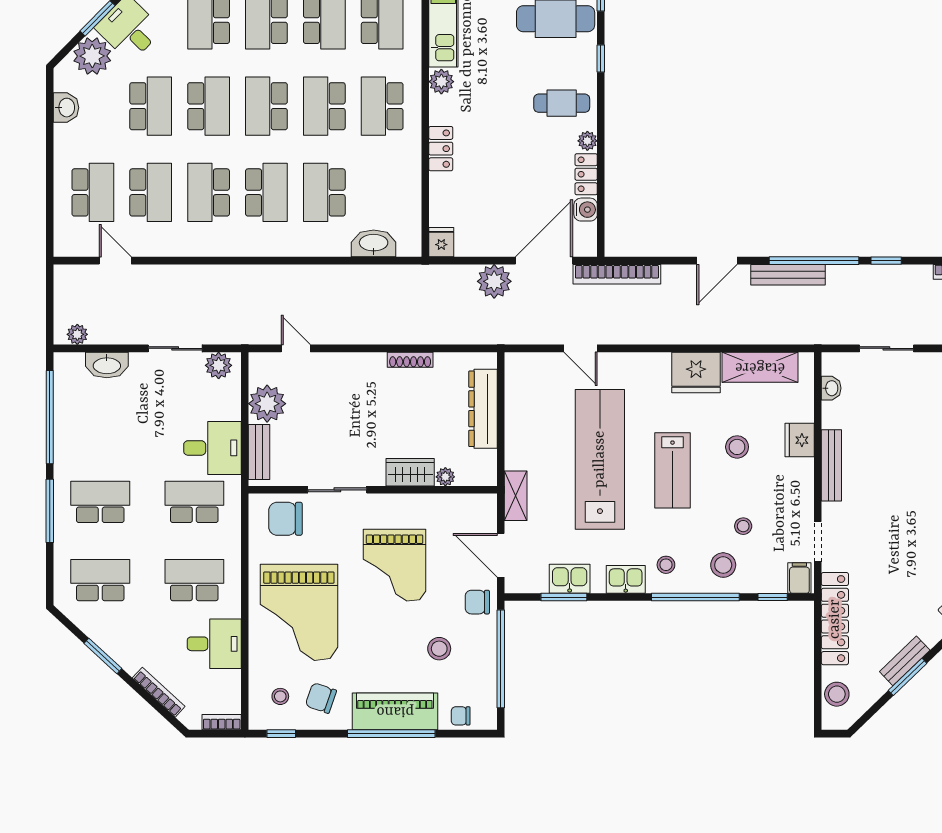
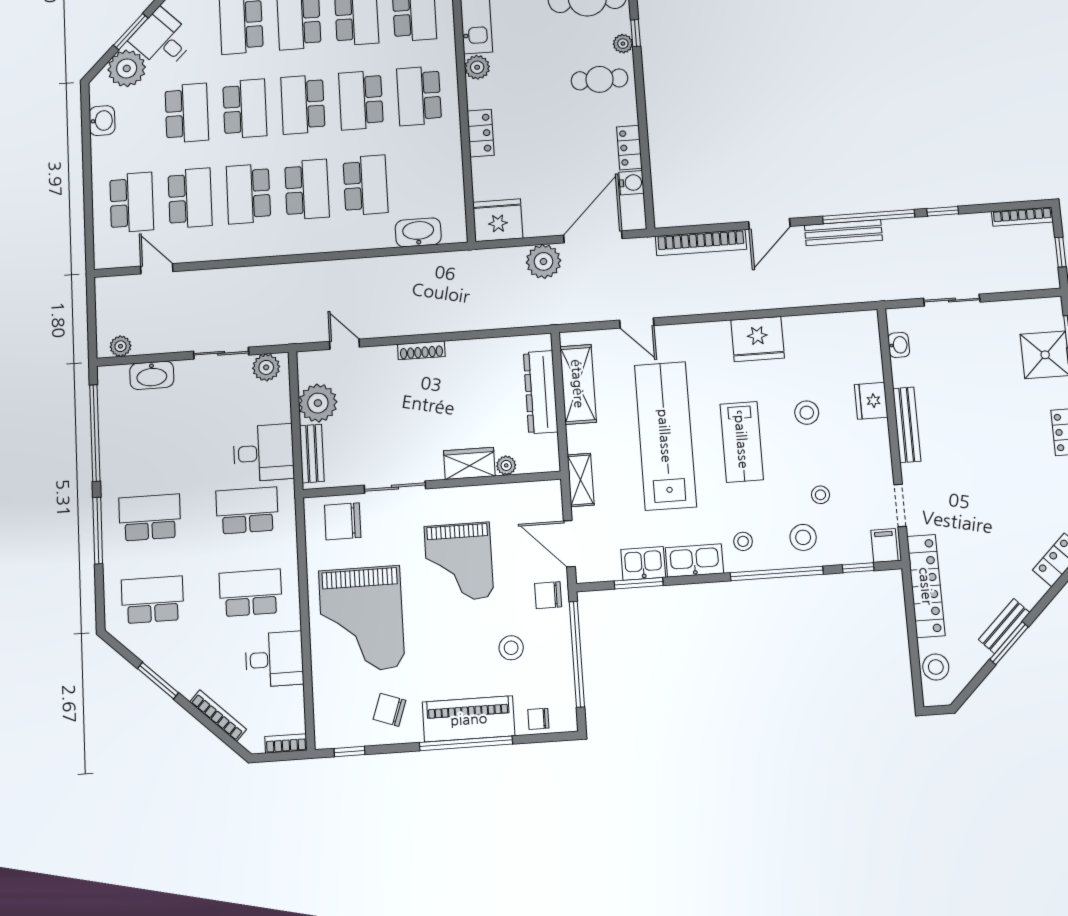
plant: (587, 141) -> (623, 44), moved
school desk: (324, 192) -> (365, 185), turned 180
fridge: (441, 242) -> (498, 220), width x1.88, depth x1.34
bookcase: (617, 274) -> (701, 243), moved
shoe rack: (410, 360) -> (421, 350), moved
shelving: (760, 367) -> (578, 384), moved, turned 90
kitchen sink: (626, 579) -> (694, 560), width x1.38
stool: (280, 696) -> (346, 711), removed

